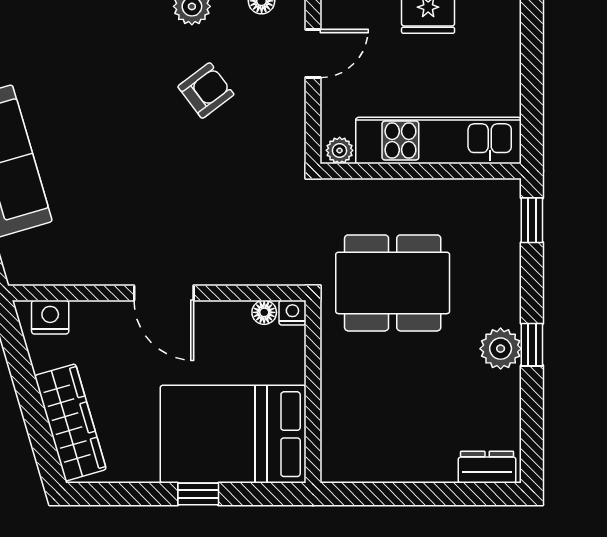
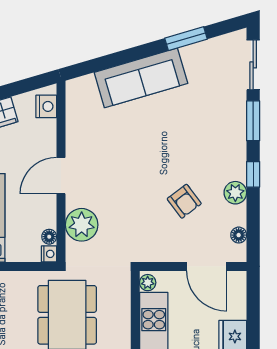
door: (313, 53) -> (207, 266), width x1.38
plant: (245, 259) -> (82, 225), added

